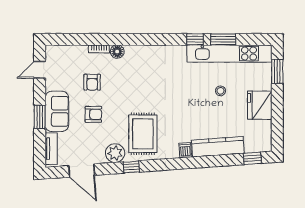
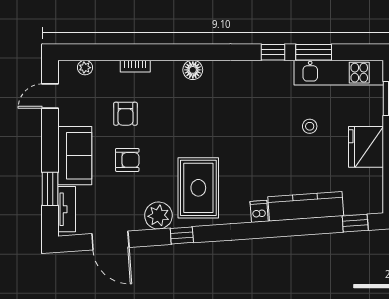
plant: (64, 50) -> (85, 68), added
floor lamp: (117, 52) -> (193, 70), moved
kitchen unit: (229, 54) -> (339, 73), width x0.73
window: (40, 117) -> (50, 189), moved

